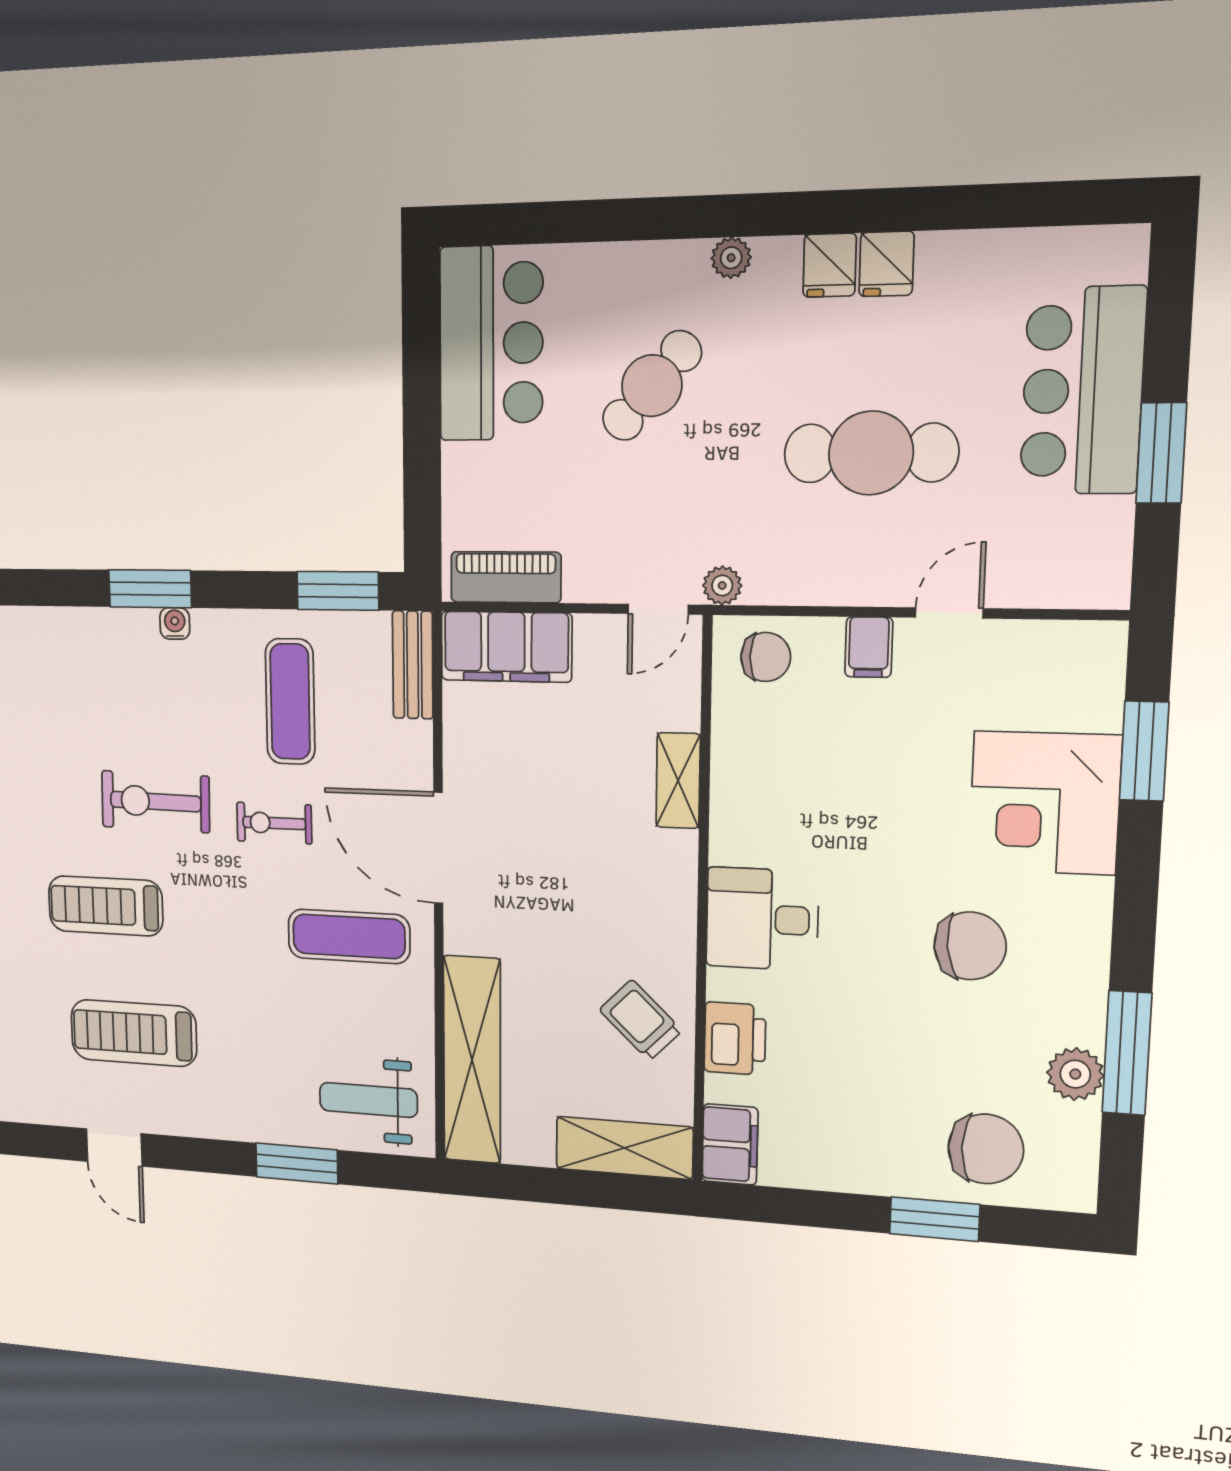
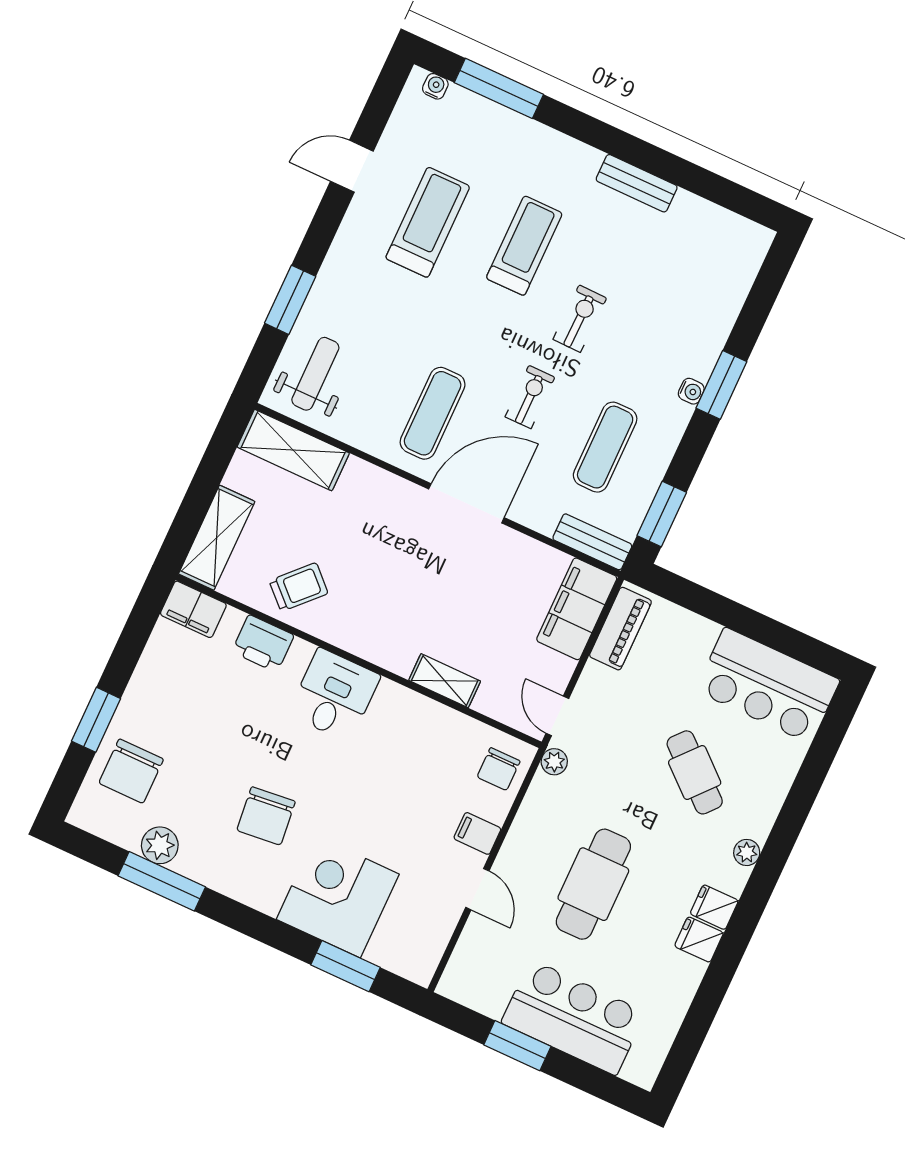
exercise mat: (290, 702) -> (605, 447), turned 90
exercise bike: (156, 802) -> (580, 319), width x0.73, depth x0.72
shelving: (472, 1060) -> (293, 450), width x0.68

